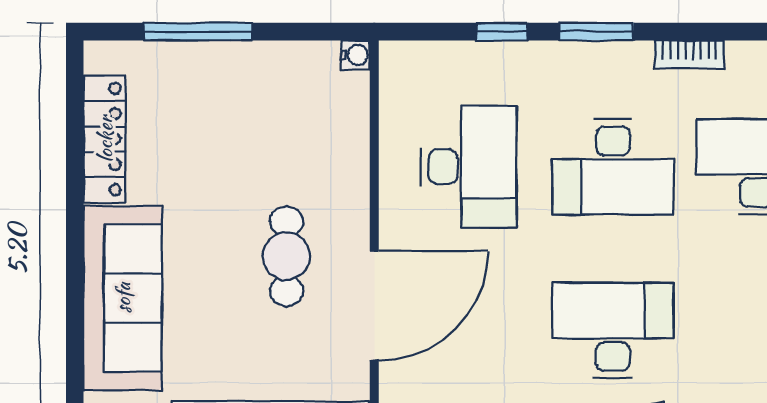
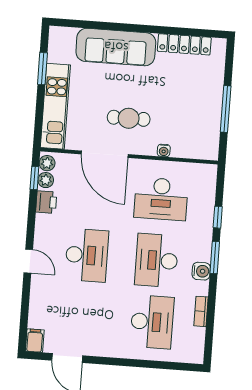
window: (198, 32) -> (226, 109), moved
bookcase: (689, 54) -> (201, 311), moved
water cooler: (355, 55) -> (164, 150), moved
water cooler: (630, 61) -> (201, 271), added

